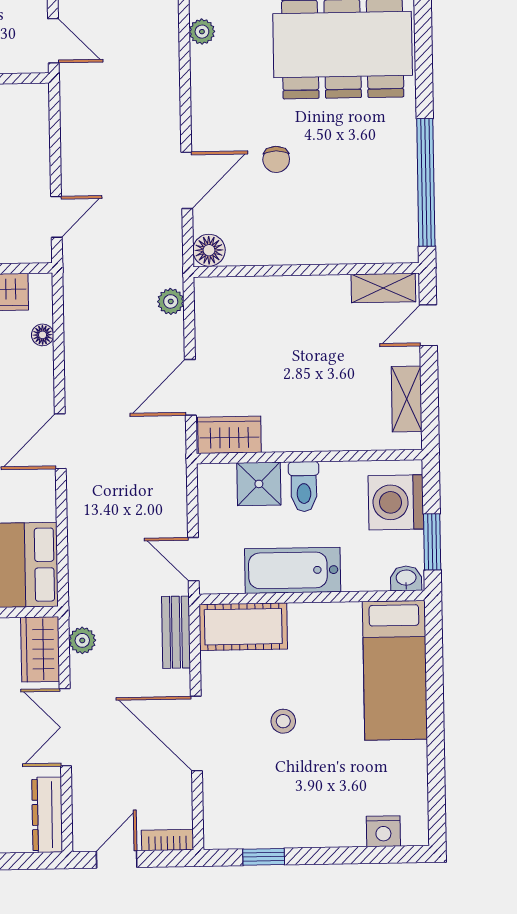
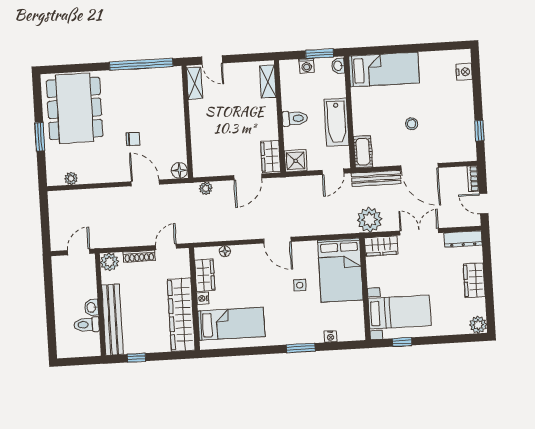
plant: (31, 102) -> (110, 262), added
shoe rack: (40, 162) -> (139, 256), added
door: (56, 217) -> (166, 247), hinge flipped
door: (190, 387) -> (248, 177), hinge flipped
shelving: (407, 399) -> (268, 81), moved, turned 90
shower: (259, 484) -> (296, 161), moved
washing machine: (396, 502) -> (307, 66), width x0.53, depth x0.53
cot: (243, 627) -> (363, 152), width x0.73, depth x0.75
bench: (176, 632) -> (376, 178), width x1.36
plant: (82, 640) -> (369, 220), width x1.88, depth x1.88
double door: (65, 727) -> (419, 232), swing flipped
door: (196, 734) -> (420, 167), hinge flipped

